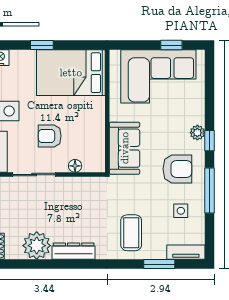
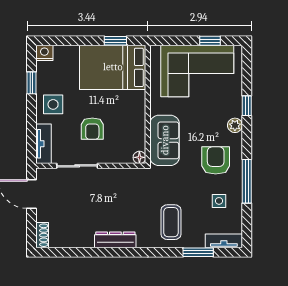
window: (42, 45) -> (115, 41), moved
armchair: (50, 136) -> (92, 129), turned -90
window: (209, 141) -> (247, 106), moved
floor lamp: (75, 166) -> (139, 157), moved
armchair: (177, 169) -> (216, 160), turned -90
plant: (37, 246) -> (80, 234), removed

